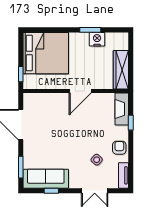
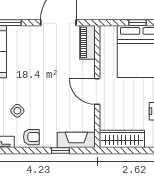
window: (21, 74) -> (137, 23), moved
piano: (38, 99) -> (88, 42), added

